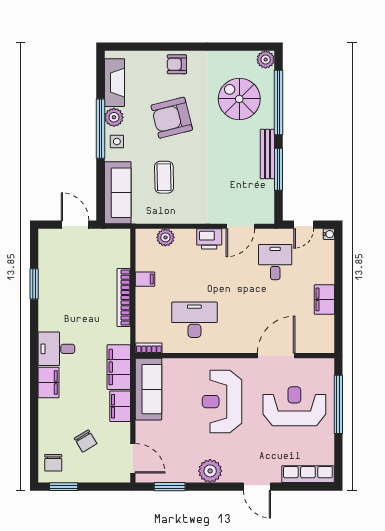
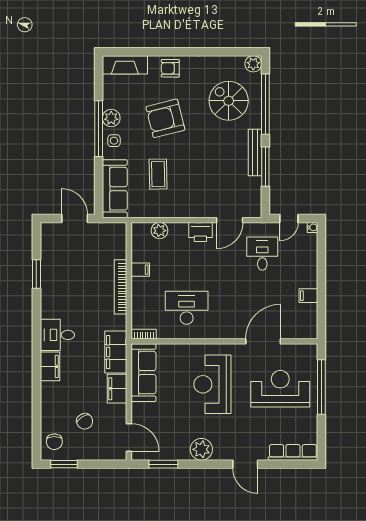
fireplace: (114, 83) -> (125, 65), moved, turned 90
filing cabinet: (324, 299) -> (308, 296), width x0.50

